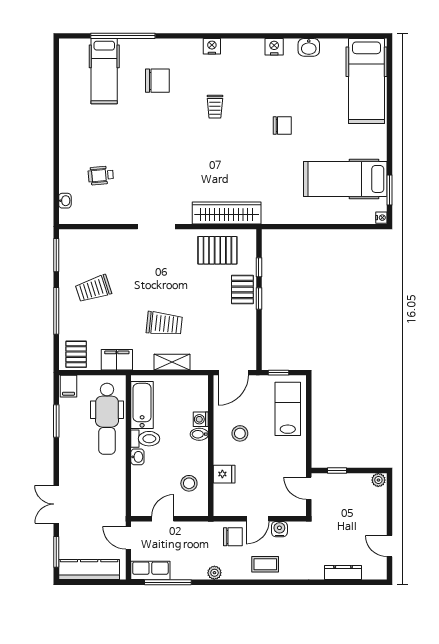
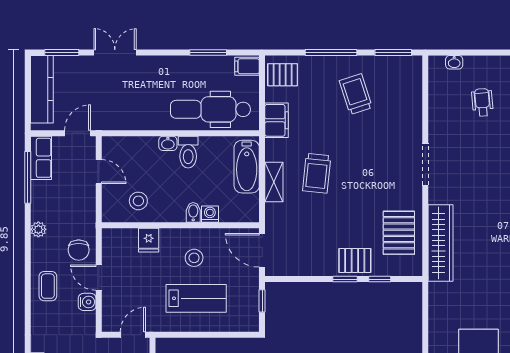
bathtub: (142, 405) -> (247, 167), moved, turned 90
lab bench: (288, 409) -> (196, 298), moved

